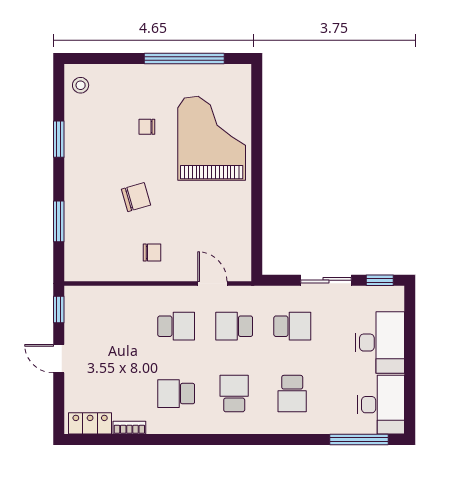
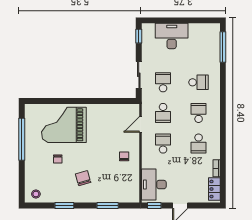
chair: (136, 197) -> (83, 178), moved
sliding door: (326, 280) -> (139, 75), moved
school desk: (234, 394) -> (199, 113), turned 90
desk: (381, 405) -> (154, 185), moved, turned -90

